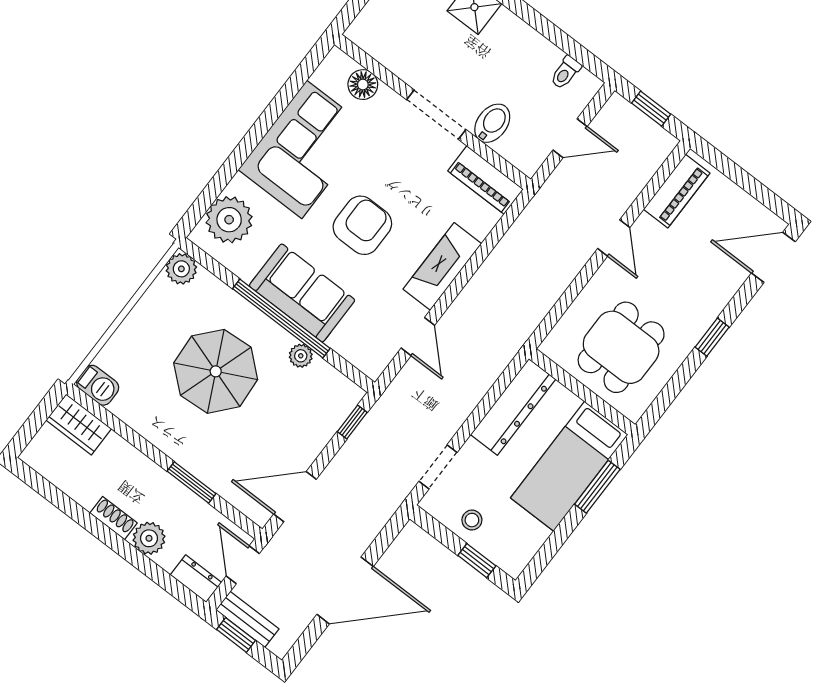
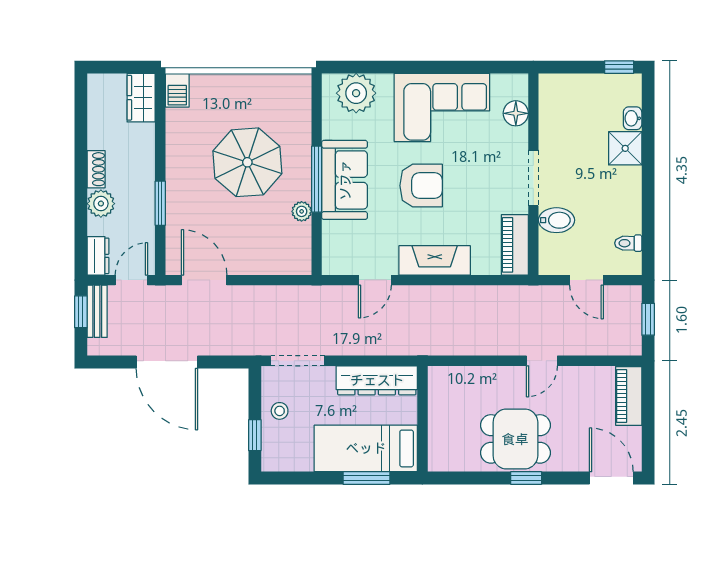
piano: (677, 191) -> (629, 396), moved, turned 90
plant: (181, 269) -> (298, 86), removed
window: (281, 319) -> (317, 179), width x0.68
dining table: (621, 347) -> (515, 439), moved
window: (352, 422) -> (284, 280), removed
doorway: (438, 467) -> (298, 361), width x1.38

